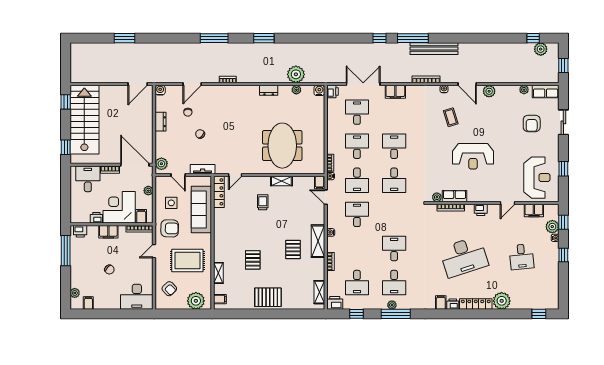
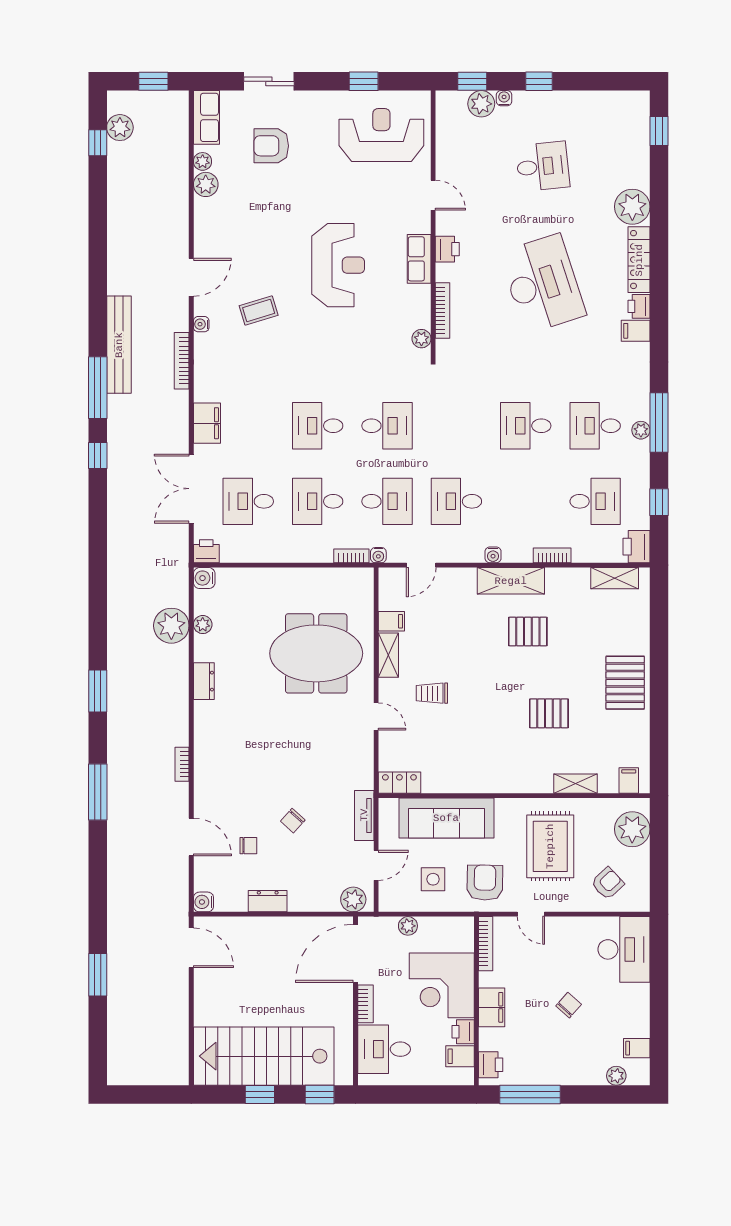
plant: (489, 91) -> (206, 184), moved
window: (66, 102) -> (260, 1094), moved
armchair: (532, 123) -> (271, 146), turned 180
door: (235, 175) -> (376, 717), moved
filing cabinet: (319, 182) -> (391, 621), moved
locker: (219, 192) -> (399, 783), width x0.66
row of seats: (454, 196) -> (419, 259), moved
filing cabinet: (534, 210) -> (448, 141), removed
filing cabinet: (141, 216) -> (460, 1056), moved
desk: (394, 283) -> (595, 426), turned 180

